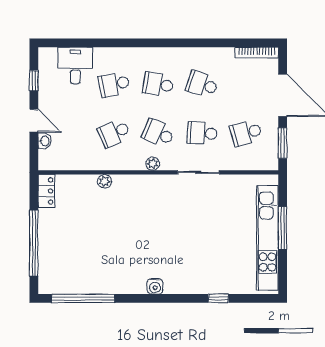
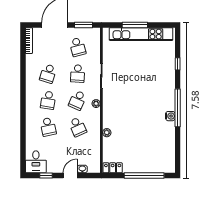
desk: (75, 65) -> (36, 162), moved, turned -90
water cooler: (155, 286) -> (170, 116), moved
window: (83, 298) -> (178, 108), moved

